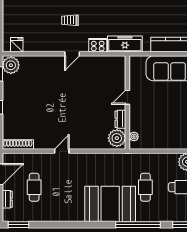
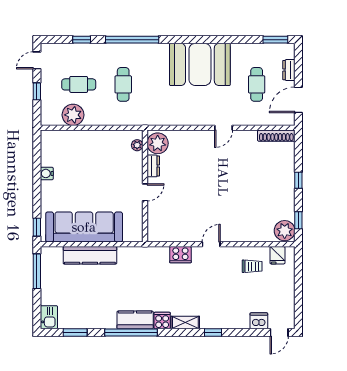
trolley: (70, 20) -> (252, 266), moved
freezer: (125, 44) -> (148, 256), removed
booth: (110, 204) -> (200, 64), moved

